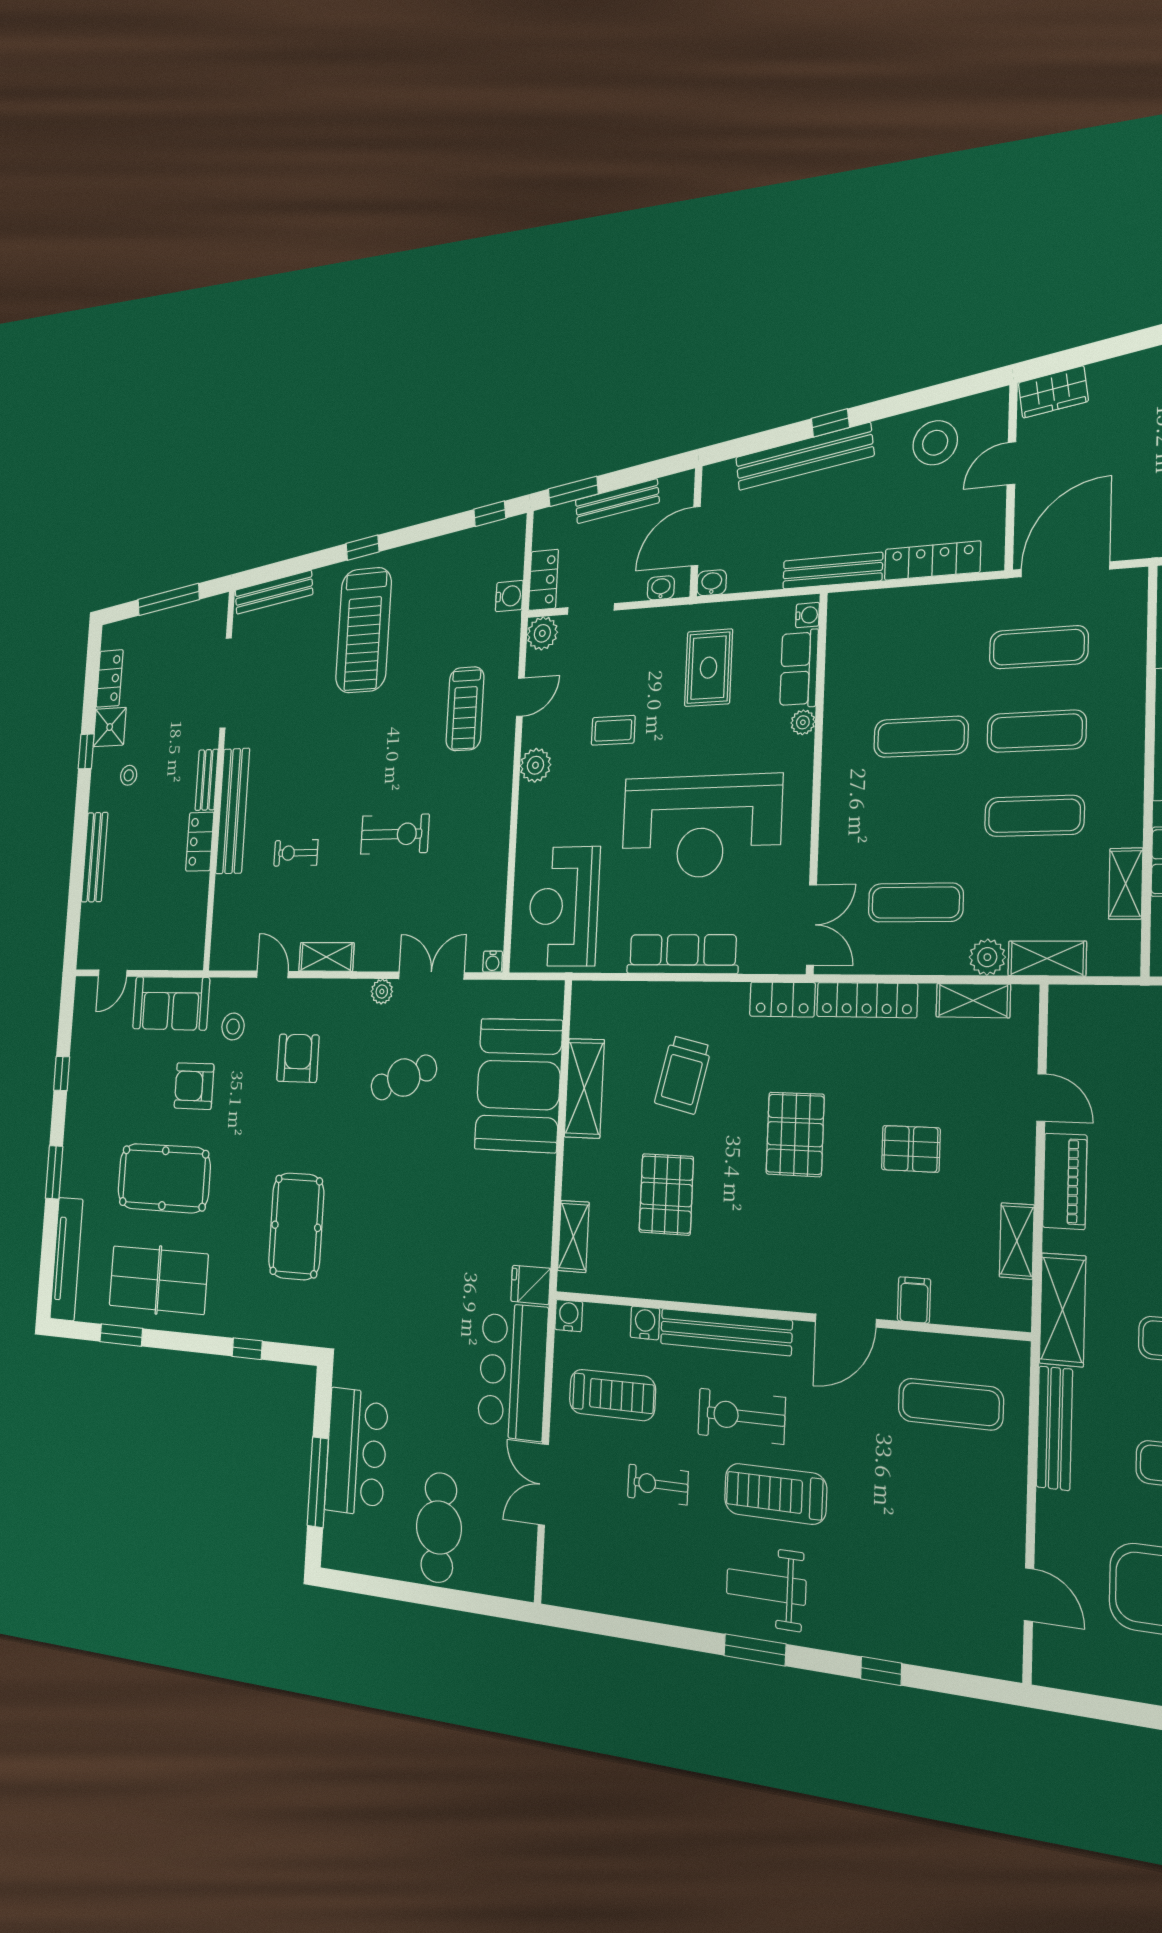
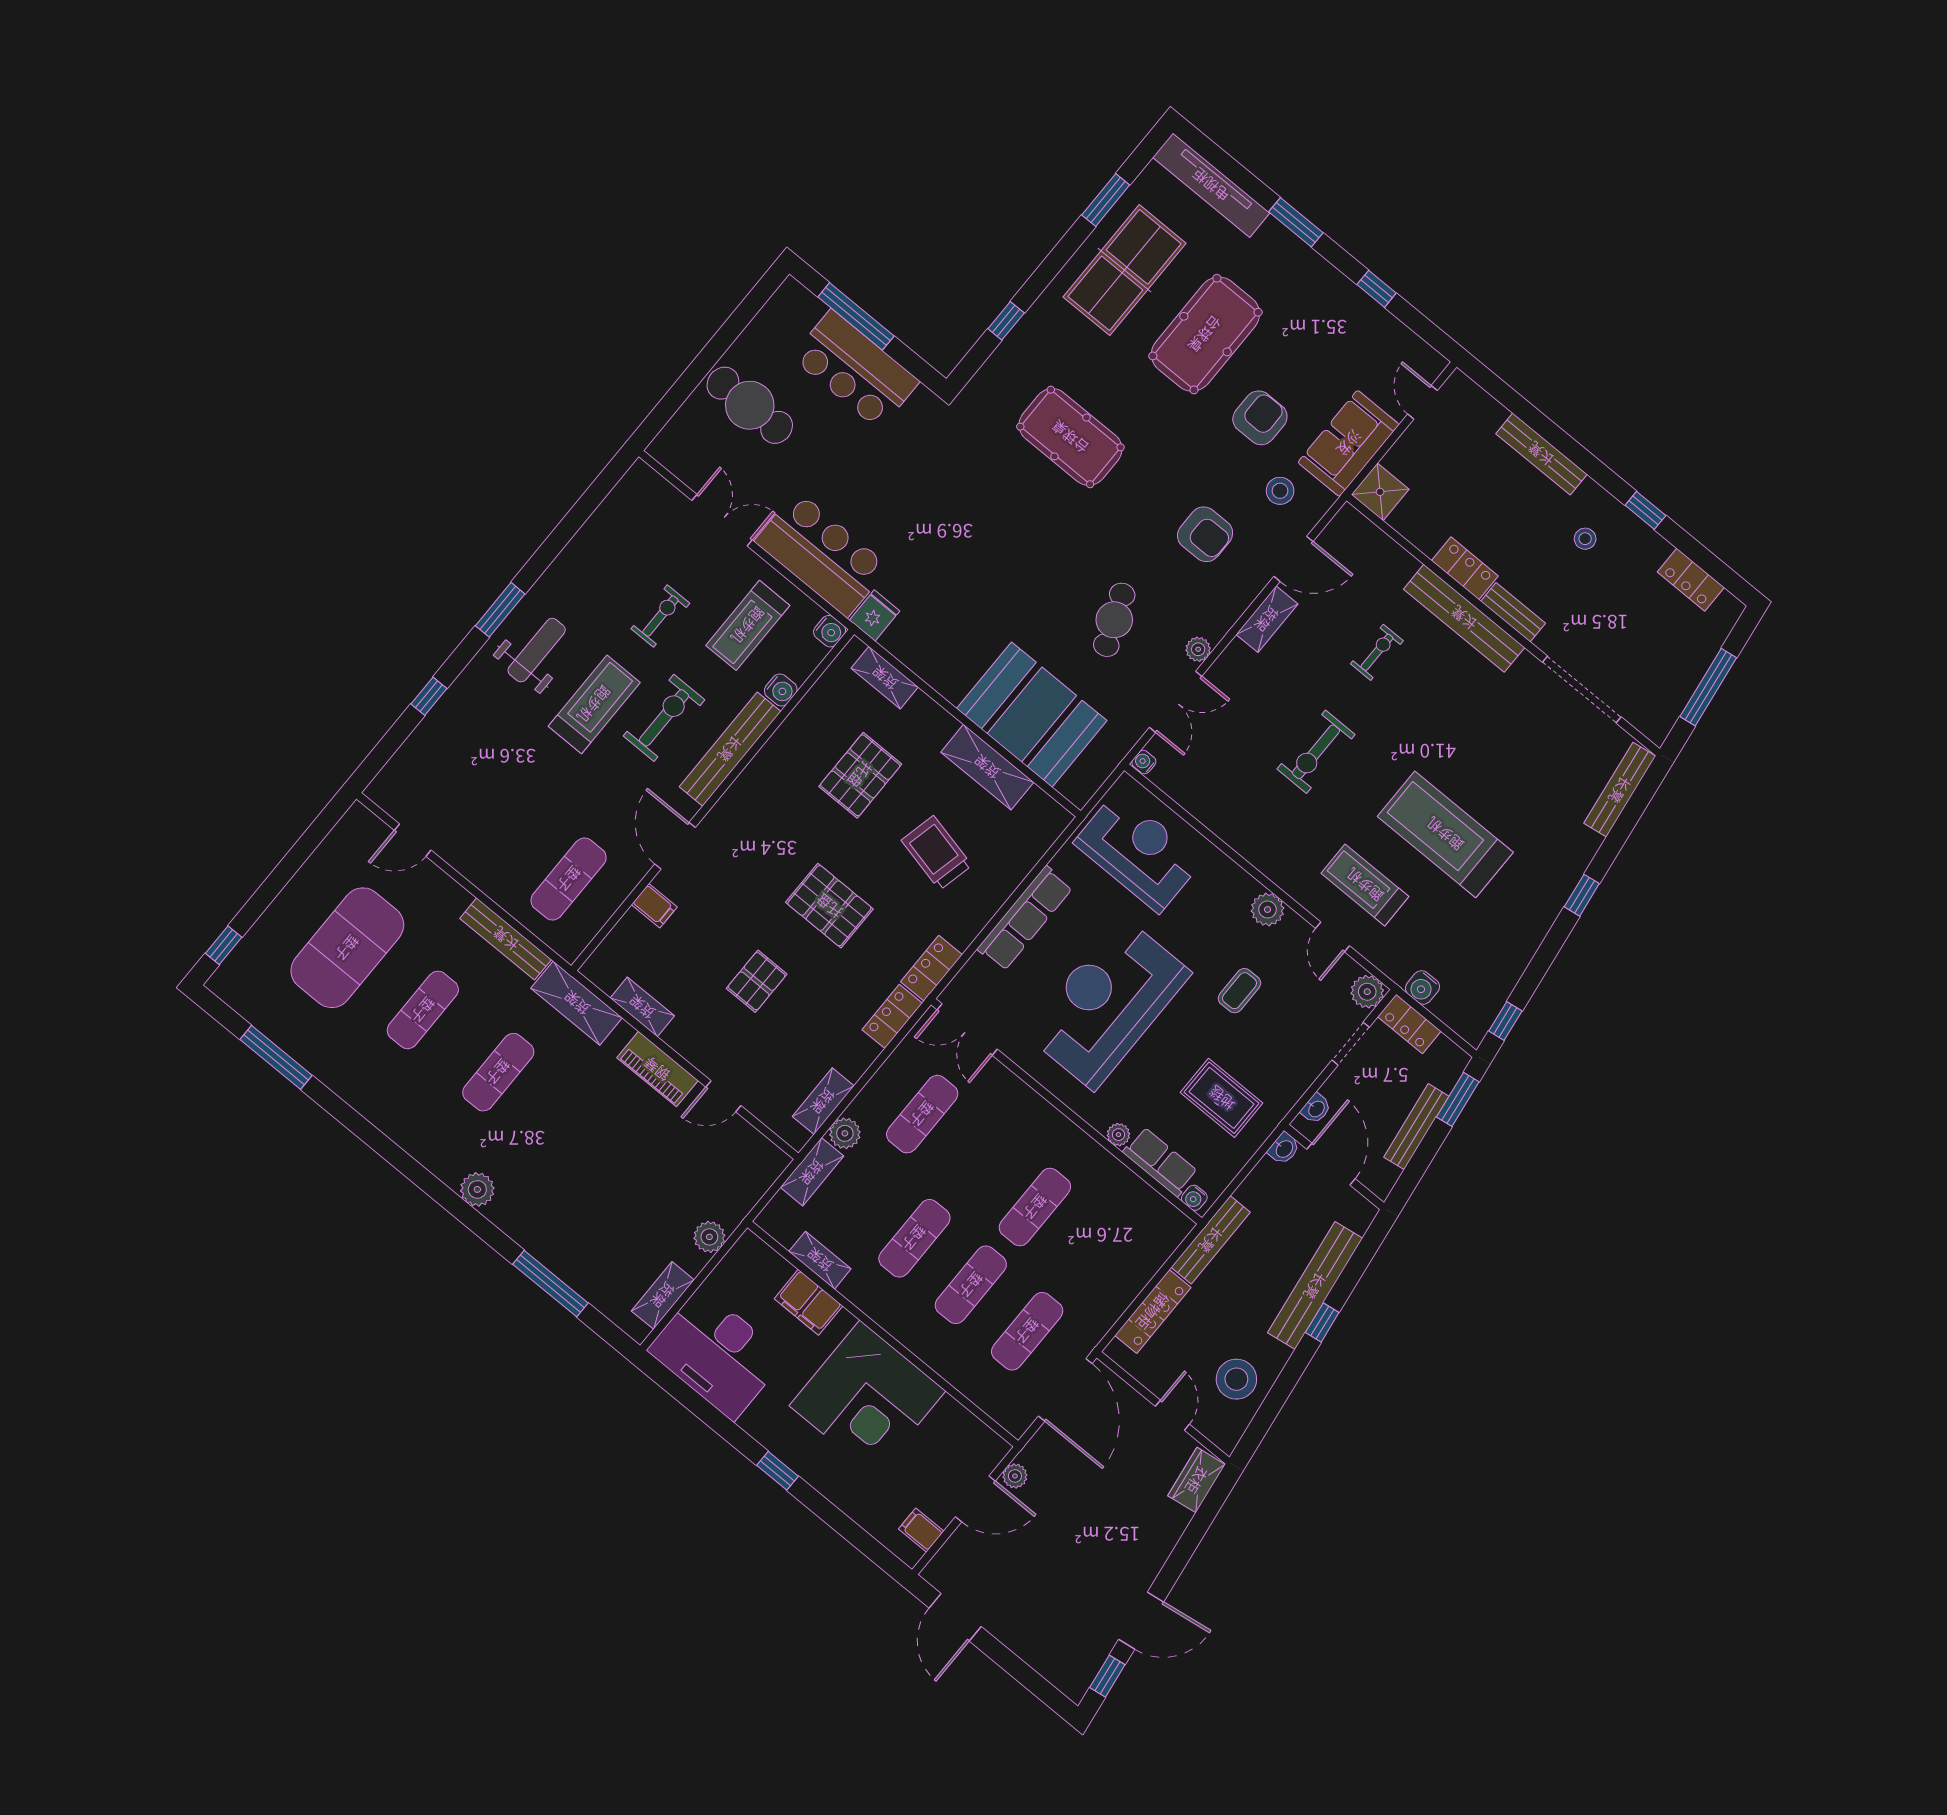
treadmill: (364, 630) -> (1445, 834), moved
shower: (110, 727) -> (1380, 492), moved
door: (272, 974) -> (1293, 559), width x1.38
locker: (867, 1000) -> (892, 1016), width x0.66
pallet: (666, 1194) -> (860, 775), turned 90

